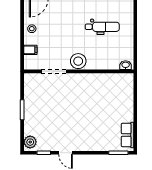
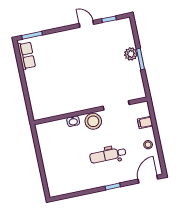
dental chair: (102, 27) -> (108, 155), moved
washbasin: (126, 65) -> (73, 121), moved
plant: (30, 142) -> (131, 54), moved

